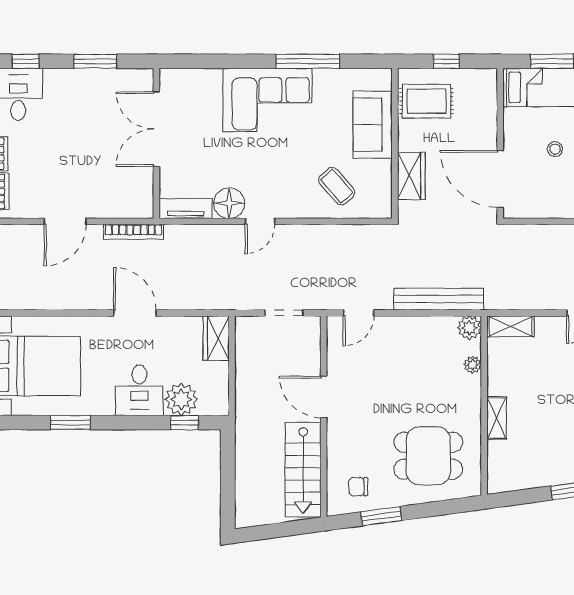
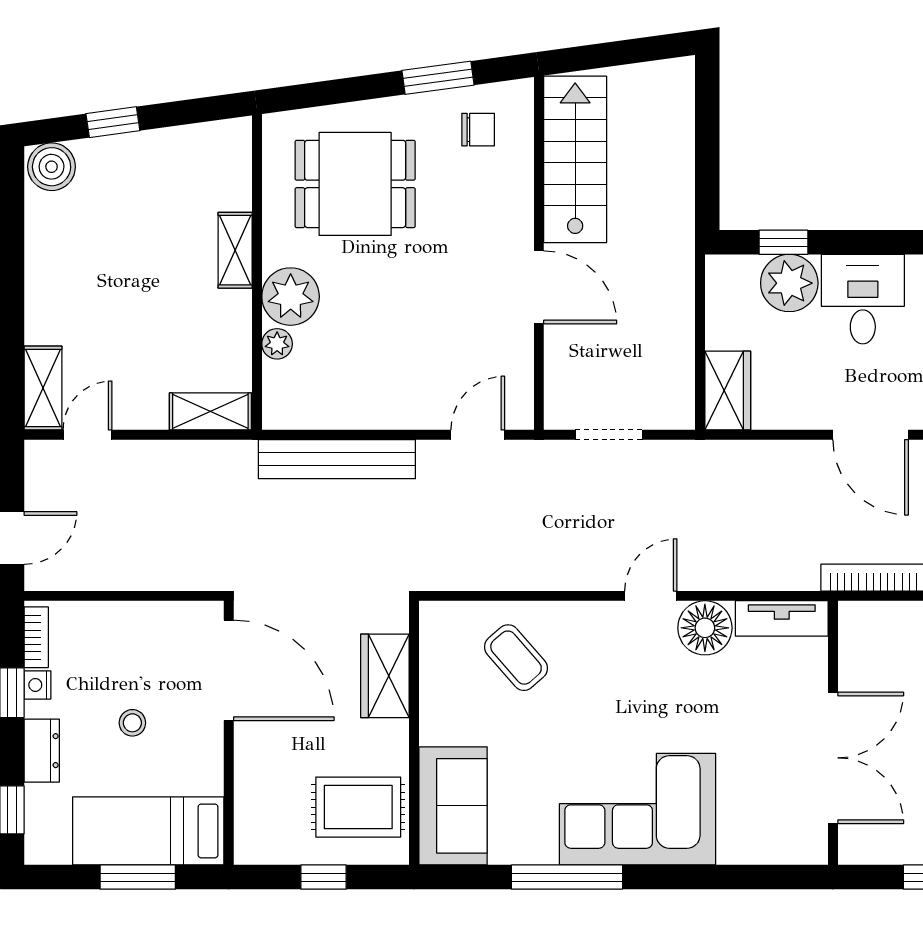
sofa: (373, 125) -> (453, 806), moved
plant: (469, 328) -> (291, 297), moved, width x1.36, depth x1.36

